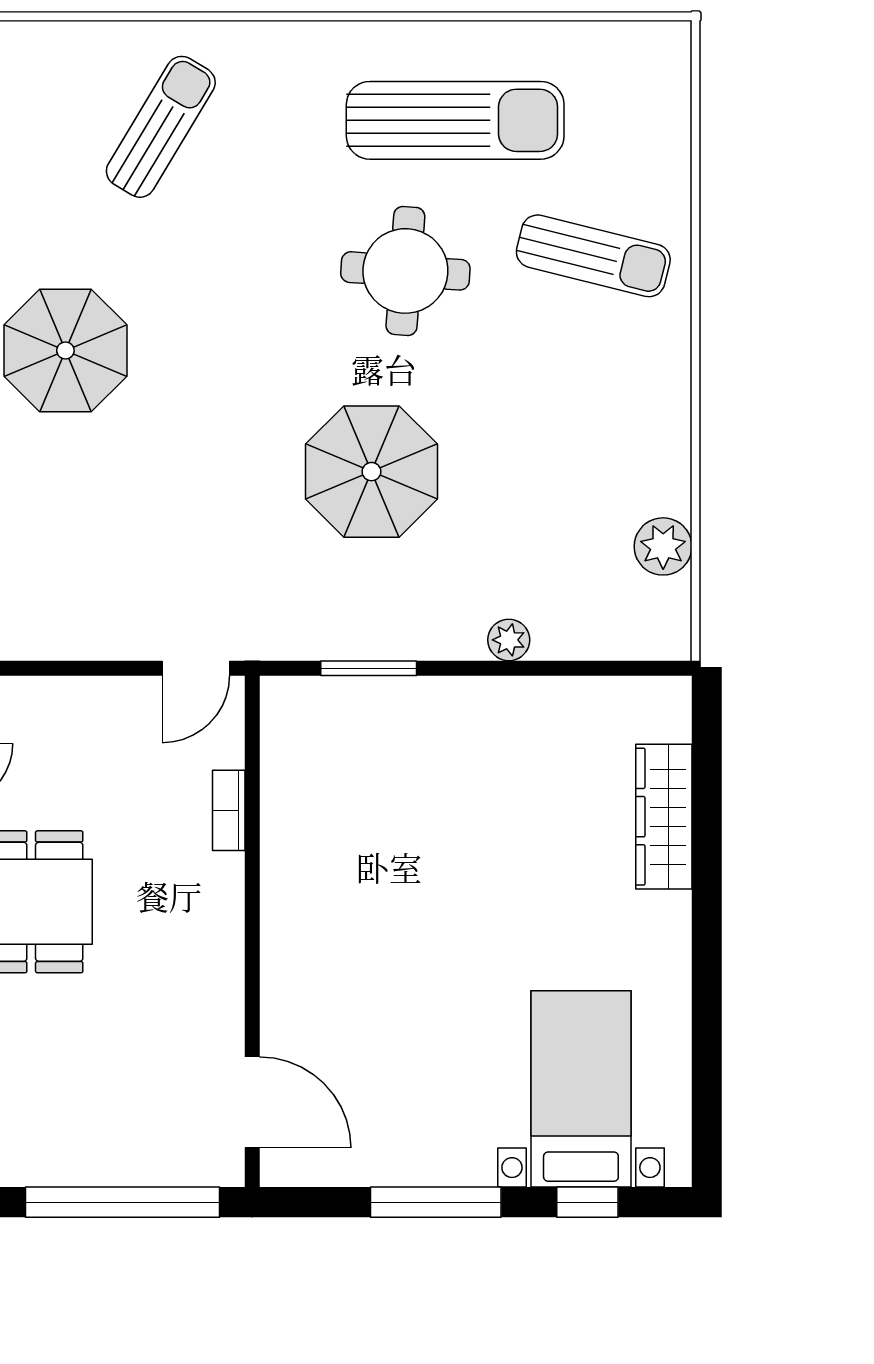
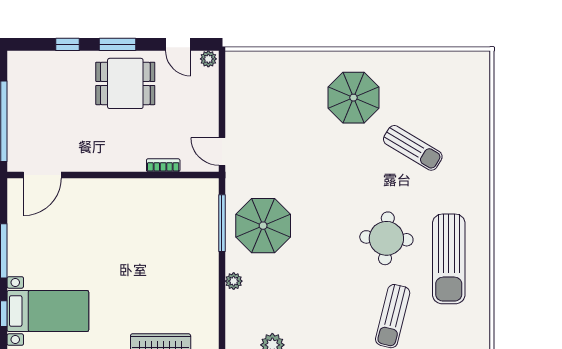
sun lounger: (161, 127) -> (413, 148), moved
parasol: (371, 472) -> (263, 226), moved
window: (369, 668) -> (222, 223), width x1.44

